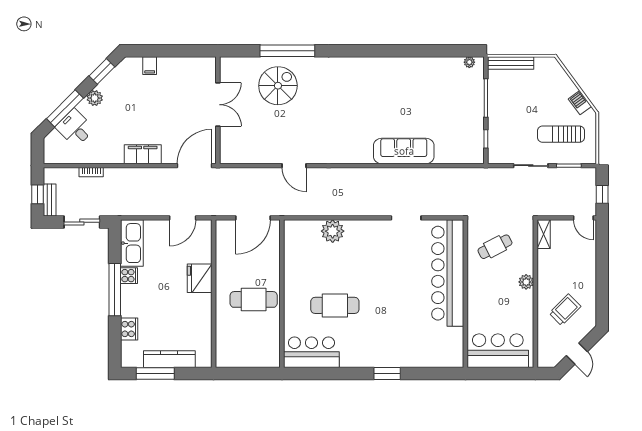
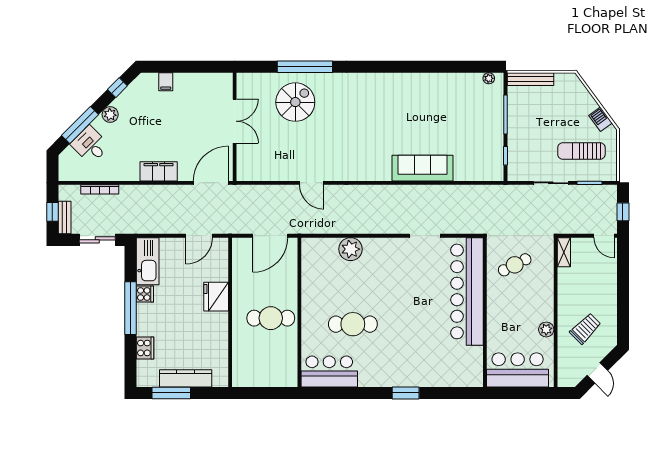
window: (102, 71) -> (117, 88), width x0.67
bookcase: (91, 172) -> (100, 189), width x1.56
plant: (526, 282) -> (546, 329), moved

